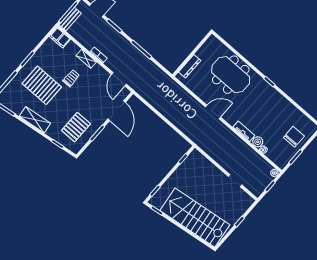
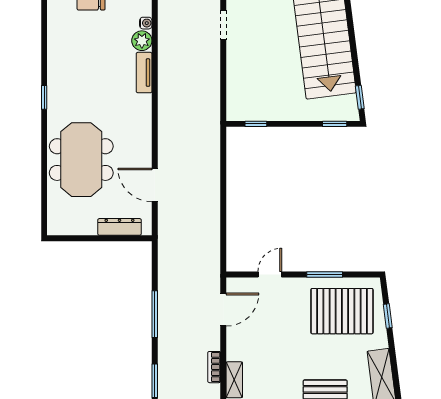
trolley: (71, 78) -> (280, 377), removed
door: (117, 111) -> (270, 275), width x0.53
door: (213, 112) -> (155, 185), moved
pallet: (76, 127) -> (342, 311), width x1.37, depth x1.41

